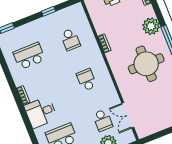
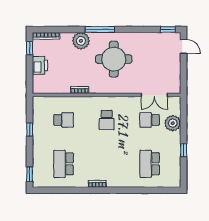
school desk: (86, 80) -> (107, 120), turned -90
desk: (41, 112) -> (120, 174), removed
school desk: (103, 120) -> (150, 120), turned 180

